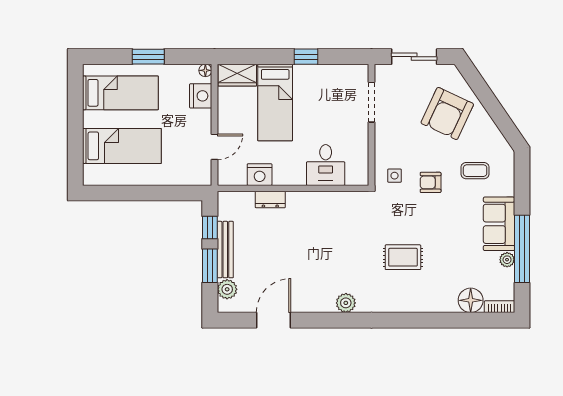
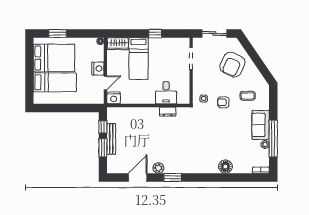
window: (148, 57) -> (58, 34), moved
bed: (120, 93) -> (54, 58), width x1.50
nightstand: (201, 96) -> (98, 69), moved
nightstand: (260, 175) -> (114, 98), moved
dresser: (270, 200) -> (168, 112), moved
rug: (403, 257) -> (208, 143), removed
plant: (227, 289) -> (112, 161), removed
floor lamp: (471, 300) -> (225, 167), moved
plant: (346, 303) -> (158, 168), moved
window: (338, 320) -> (173, 177), added

